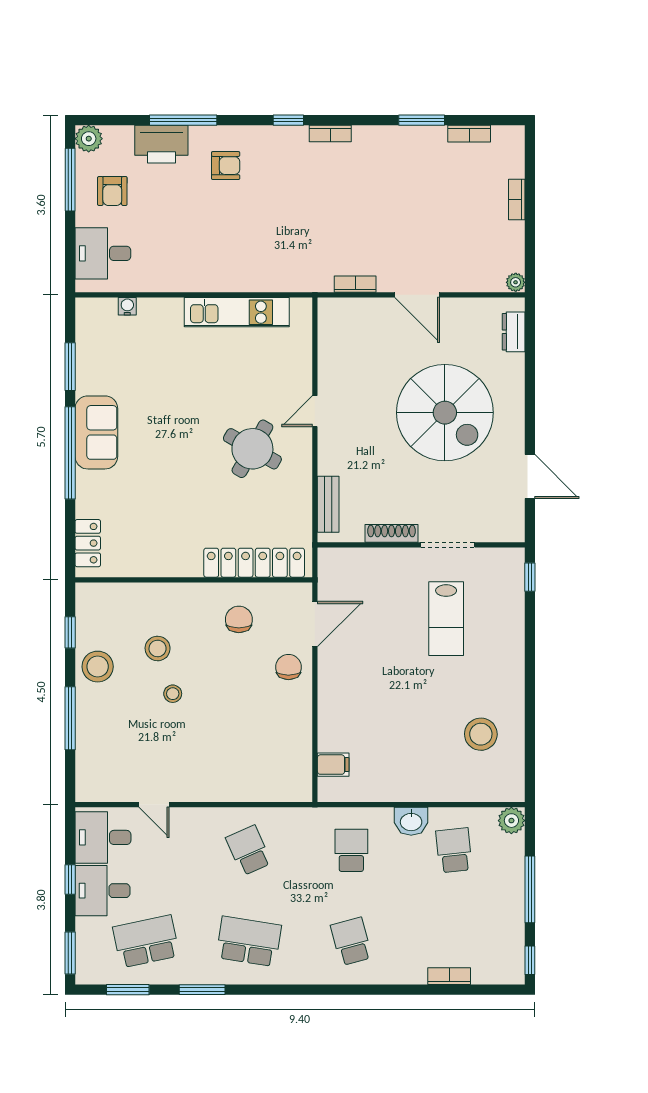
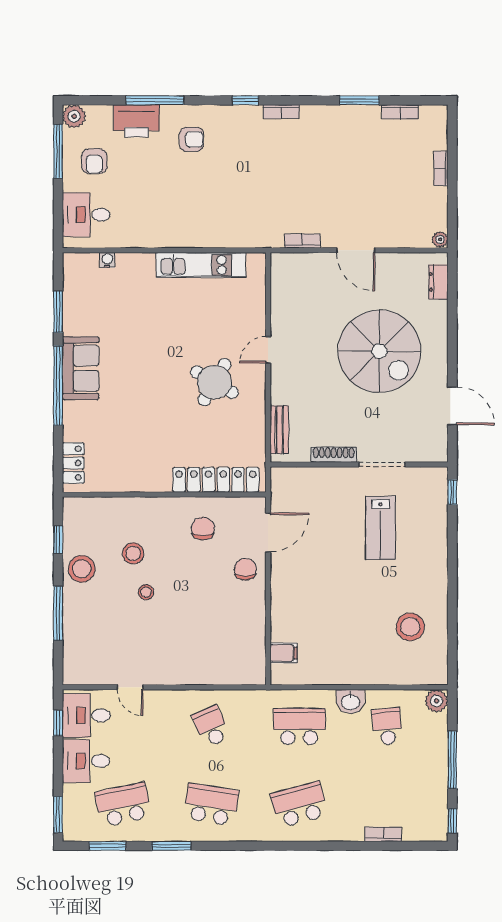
school desk: (351, 850) -> (299, 726), width x1.85
window: (70, 879) -> (58, 723), moved
school desk: (351, 941) -> (299, 805), width x1.85

